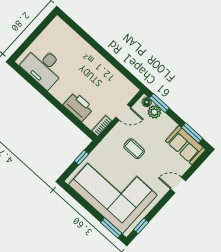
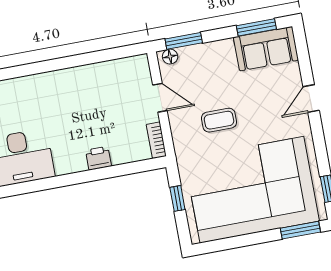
printer: (78, 107) -> (98, 158), width x0.53, depth x0.68
door: (123, 112) -> (160, 98), hinge flipped
plant: (154, 112) -> (191, 56), removed

